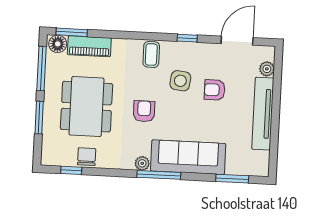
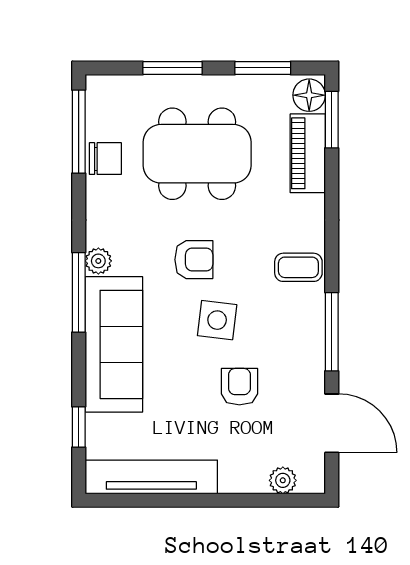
window: (187, 38) -> (332, 332), width x2.17
window: (42, 68) -> (263, 68), width x0.69
side table: (180, 81) -> (217, 320), moved
tv unit: (263, 114) -> (151, 477), moved
window: (71, 170) -> (79, 132), width x2.17
window: (232, 179) -> (79, 427), width x0.67

